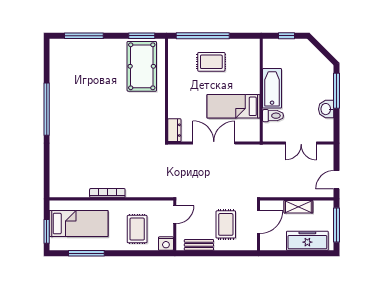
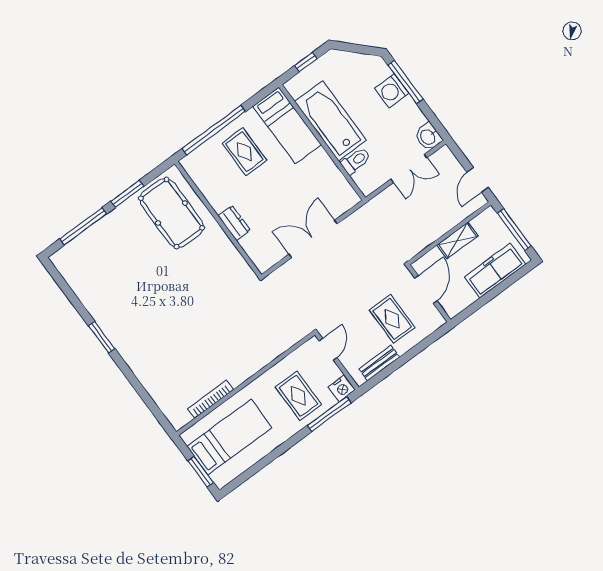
window: (142, 36) -> (127, 194), moved
rug: (211, 62) -> (244, 152), turned 90
bathtub: (272, 88) -> (330, 121), width x1.36, depth x1.36
washing machine: (325, 90) -> (392, 91), added
bed: (233, 106) -> (287, 125), moved, turned -90
window: (47, 109) -> (102, 337), width x0.47
washbasin: (326, 109) -> (428, 137), moved
dresser: (174, 130) -> (234, 223), moved
bookcase: (107, 193) -> (211, 399), moved
window: (86, 253) -> (329, 414), moved

